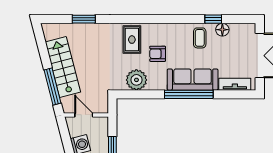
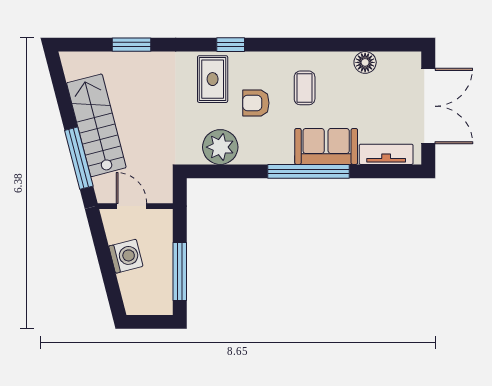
window: (213, 19) -> (231, 45), moved
coffee table: (200, 38) -> (305, 88), moved
sofa: (193, 80) -> (326, 146), width x0.73

